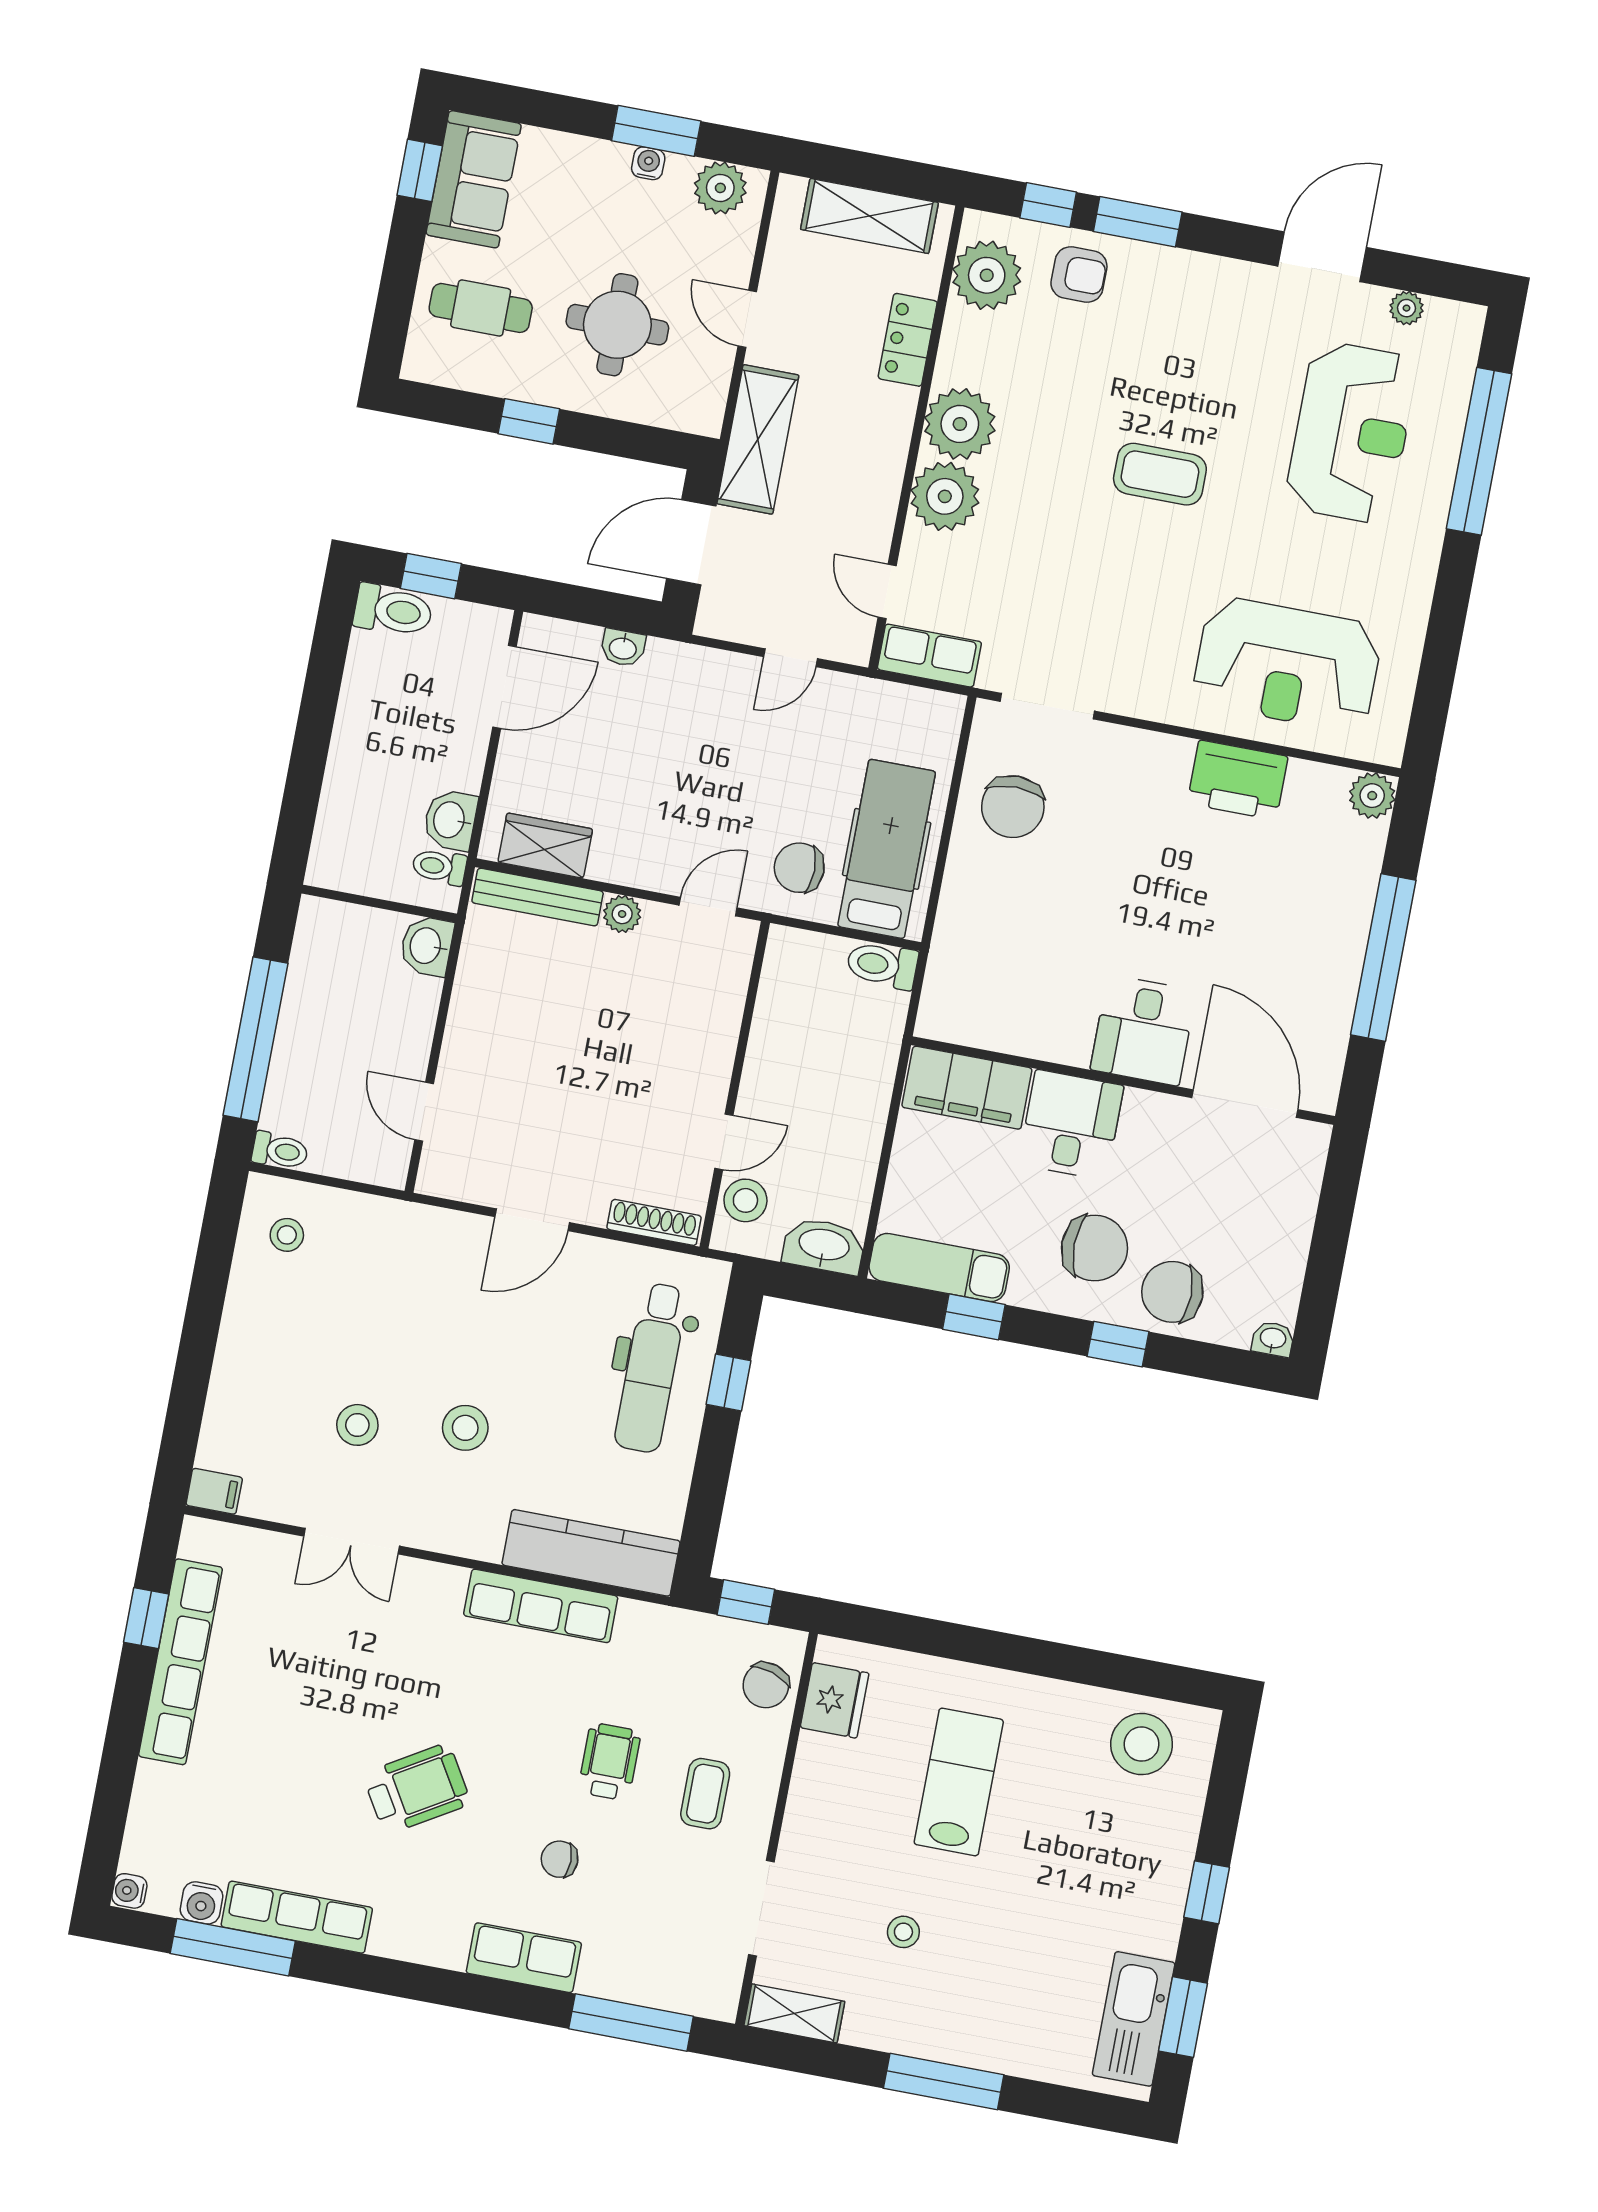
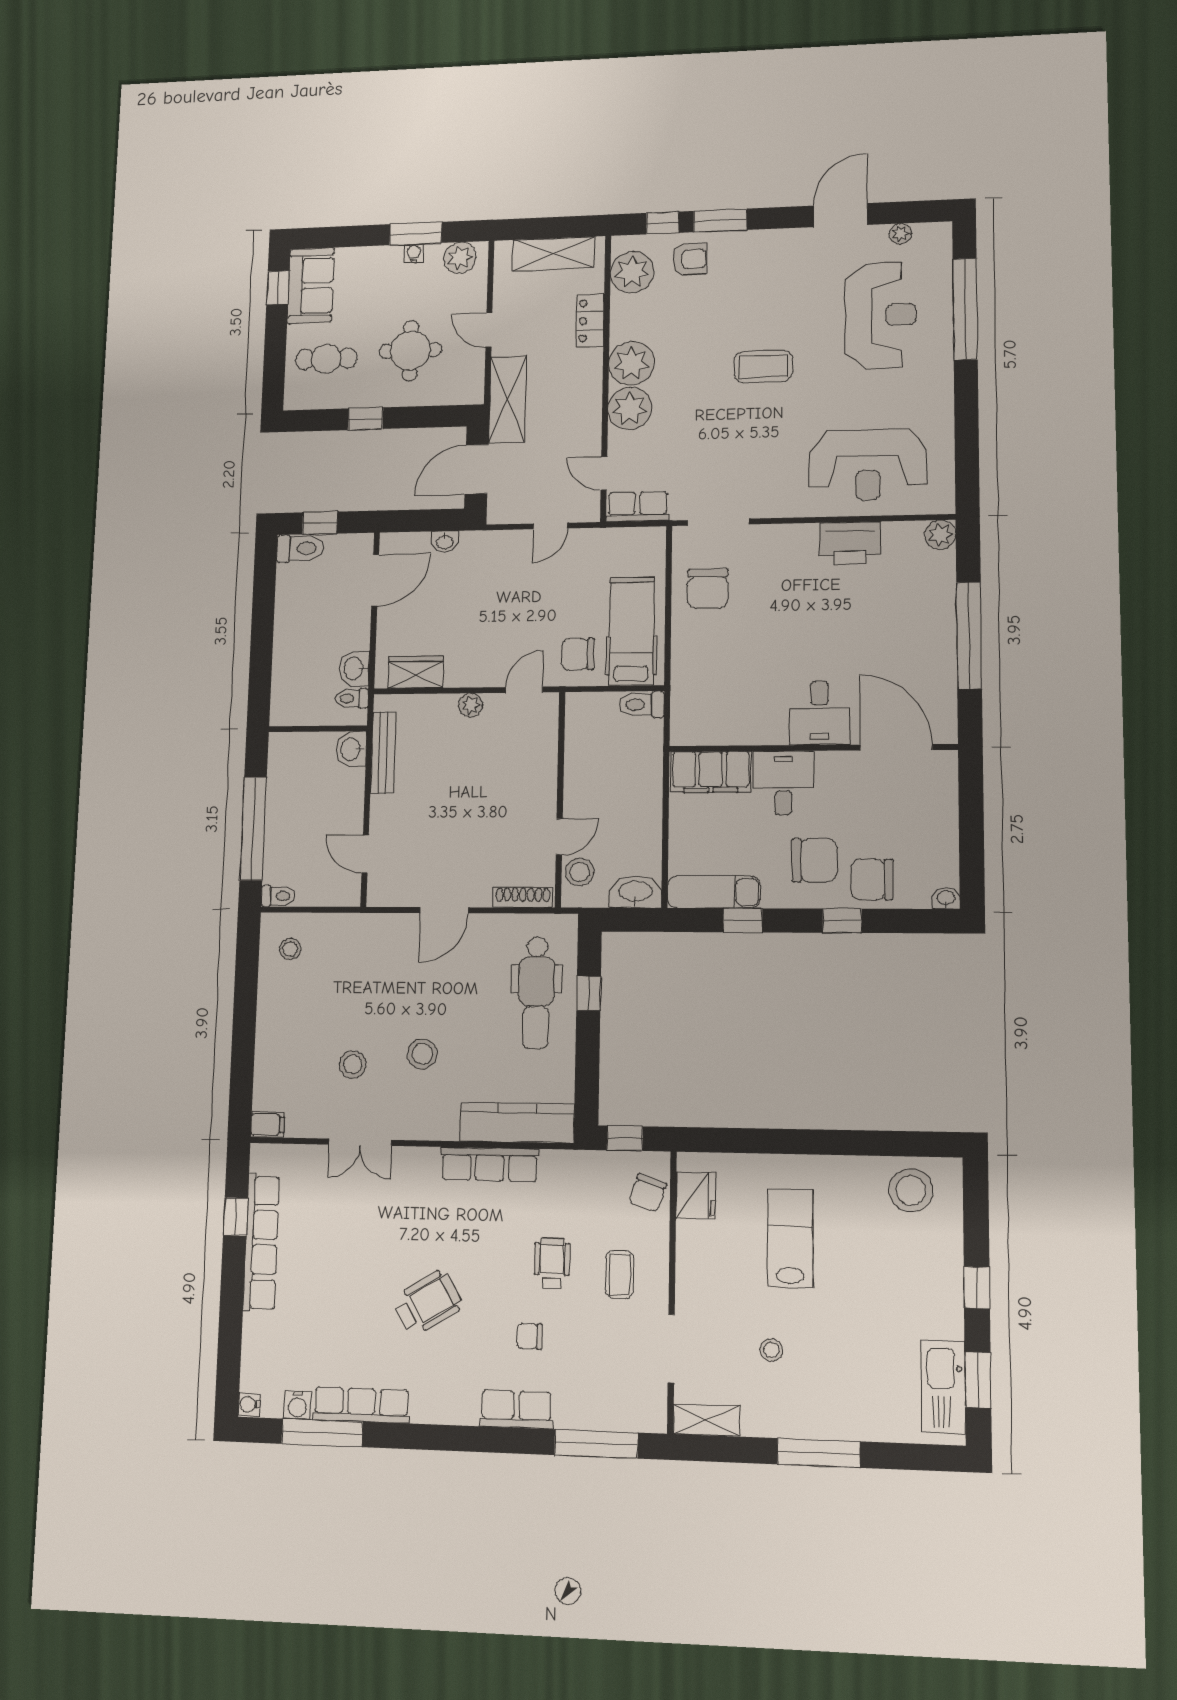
bench: (538, 897) -> (383, 753), moved, turned 90

